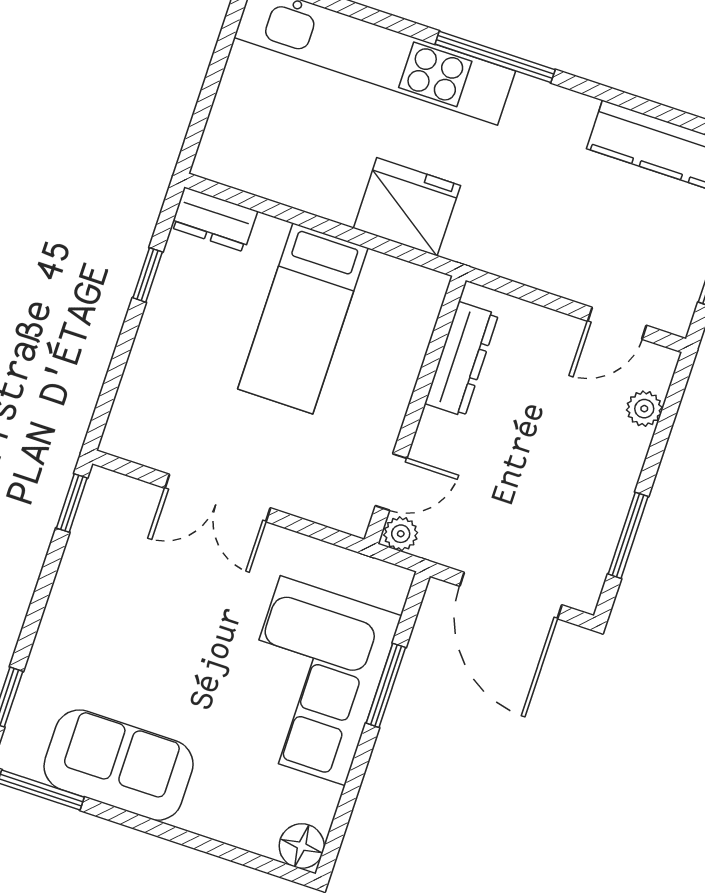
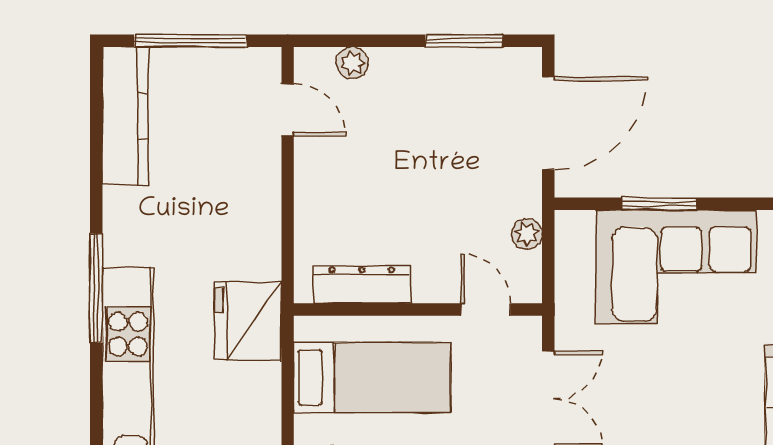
dresser: (462, 359) -> (362, 285), moved
wall: (415, 410) -> (418, 310), moved
door: (391, 482) -> (486, 310), moved

